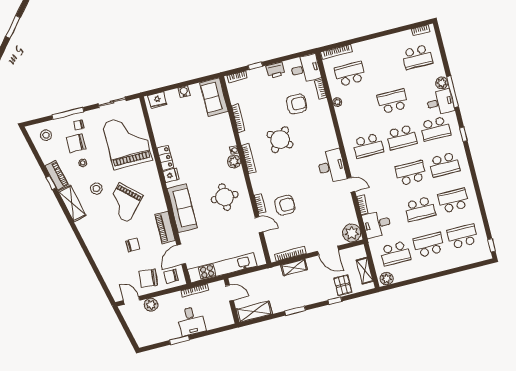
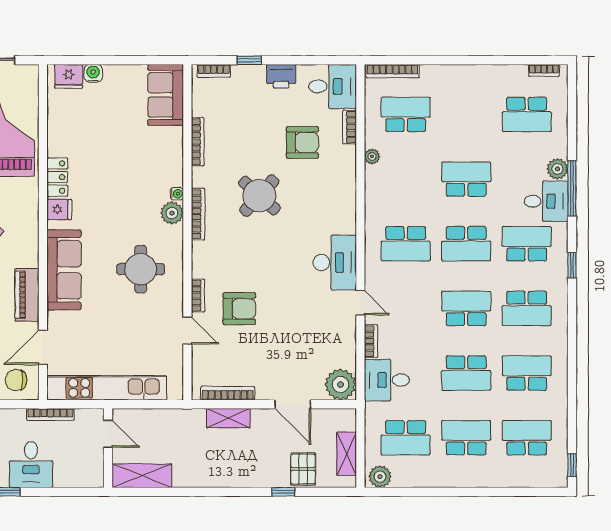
water cooler: (184, 92) -> (93, 73), moved
school desk: (435, 129) -> (527, 244), turned 180
window: (295, 311) -> (212, 492), removed

